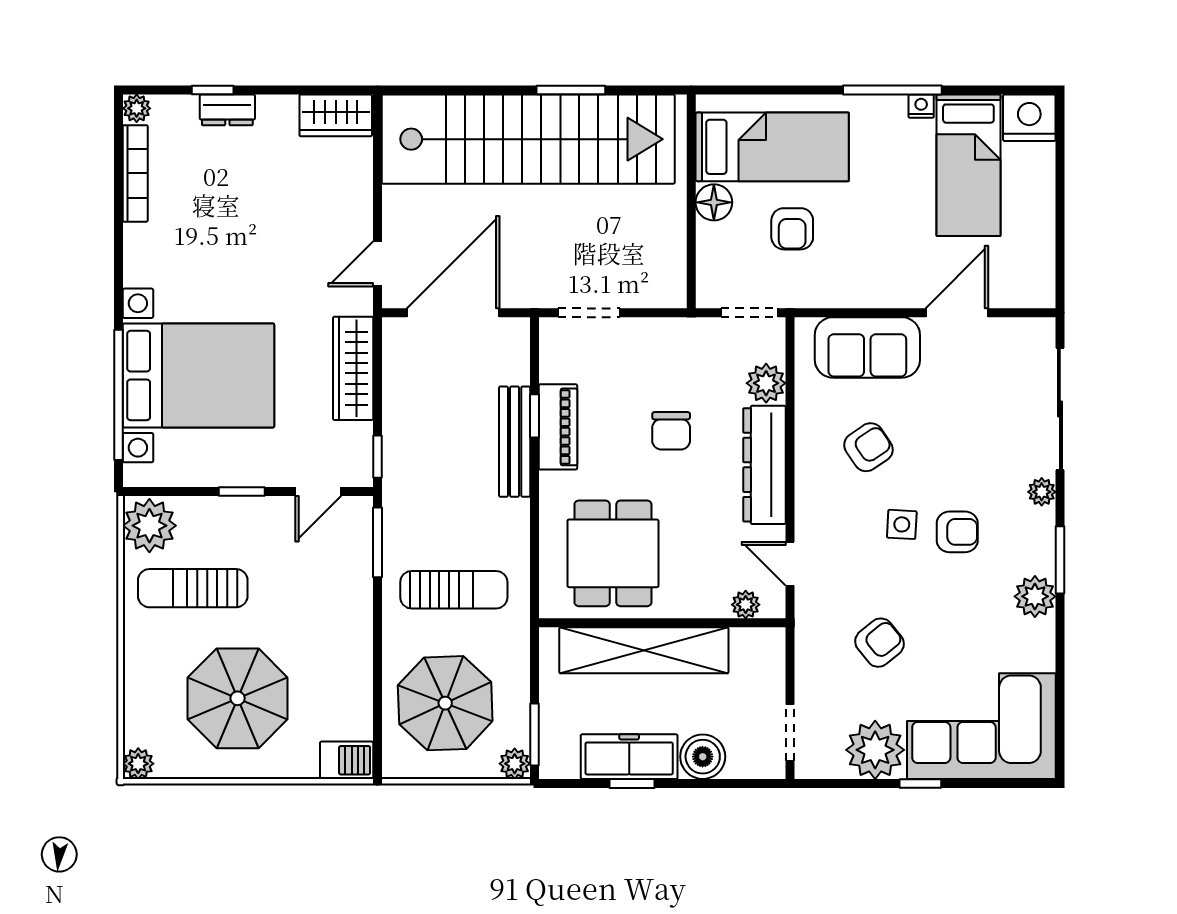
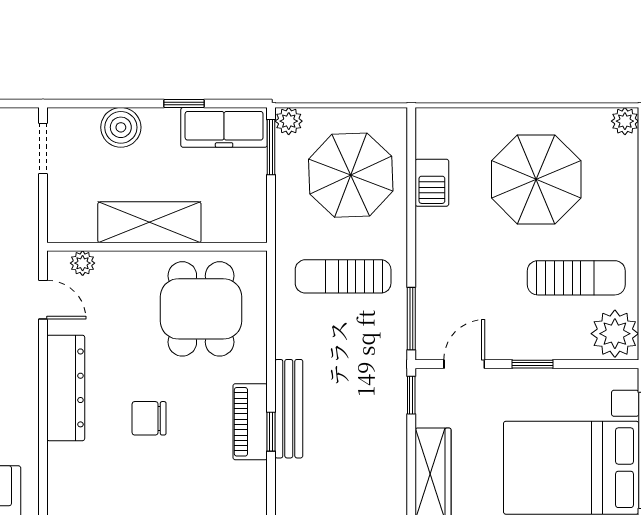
plant: (766, 383) -> (64, 461), removed
chair: (671, 431) -> (149, 418), turned -90
shelving: (644, 650) -> (149, 222), width x0.68
freezer: (629, 757) -> (224, 127), moved
barbecue: (347, 760) -> (432, 183), moved, turned -90

